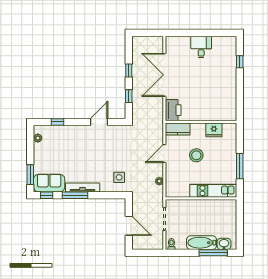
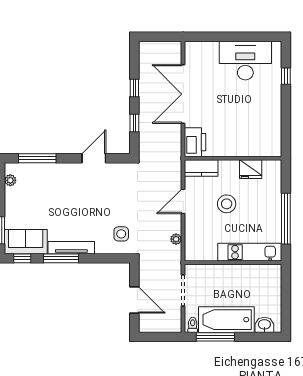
desk: (201, 47) -> (245, 61), width x1.87, depth x1.30
window: (58, 122) -> (37, 158), width x2.17
window: (240, 166) -> (286, 219), width x1.46
bathtub: (202, 243) -> (226, 320), width x1.36, depth x1.36
window: (213, 253) -> (215, 337), moved

